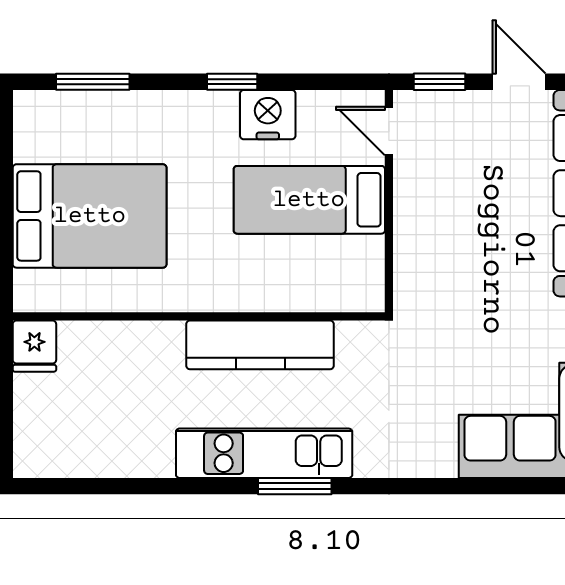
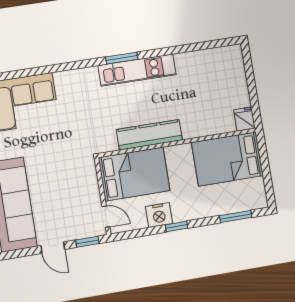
bed: (309, 200) -> (134, 174), width x1.50
wall: (199, 316) -> (177, 143), moved
kitchen counter: (260, 345) -> (149, 135), moved
fridge: (34, 346) -> (244, 119), moved

